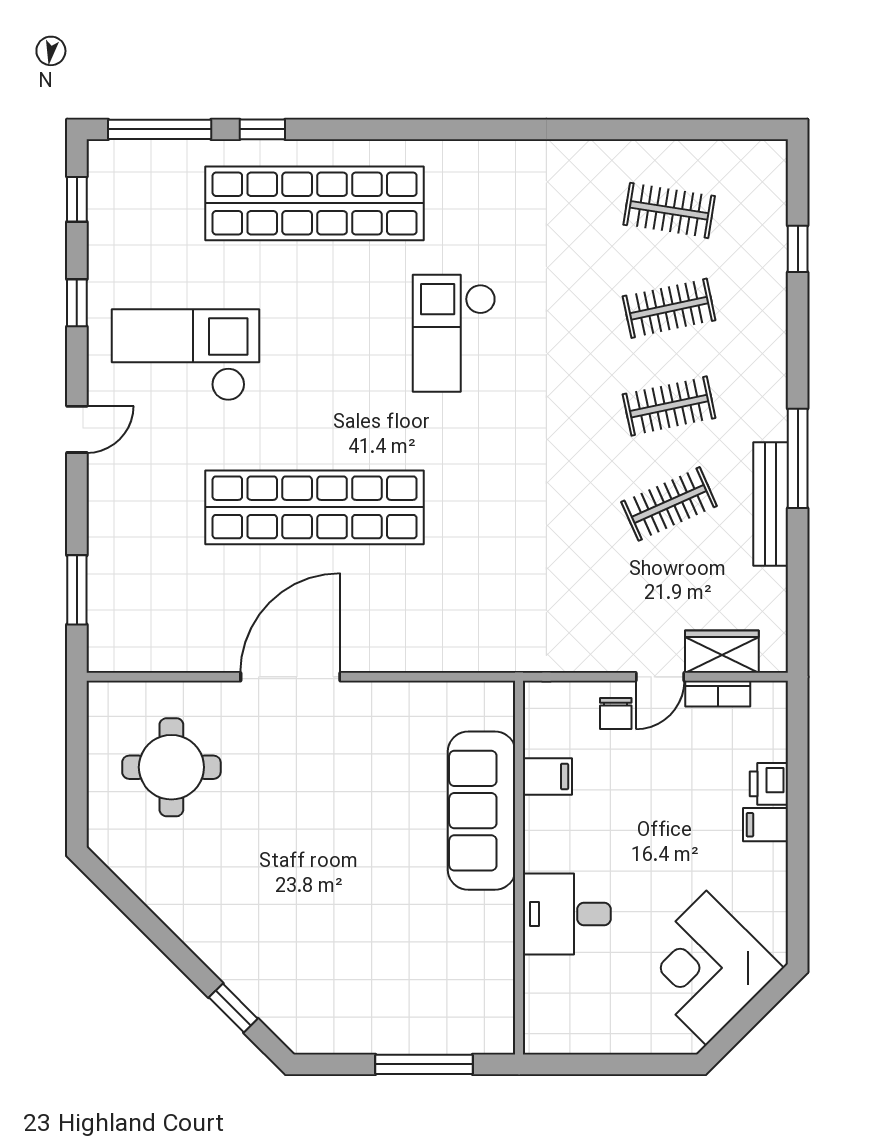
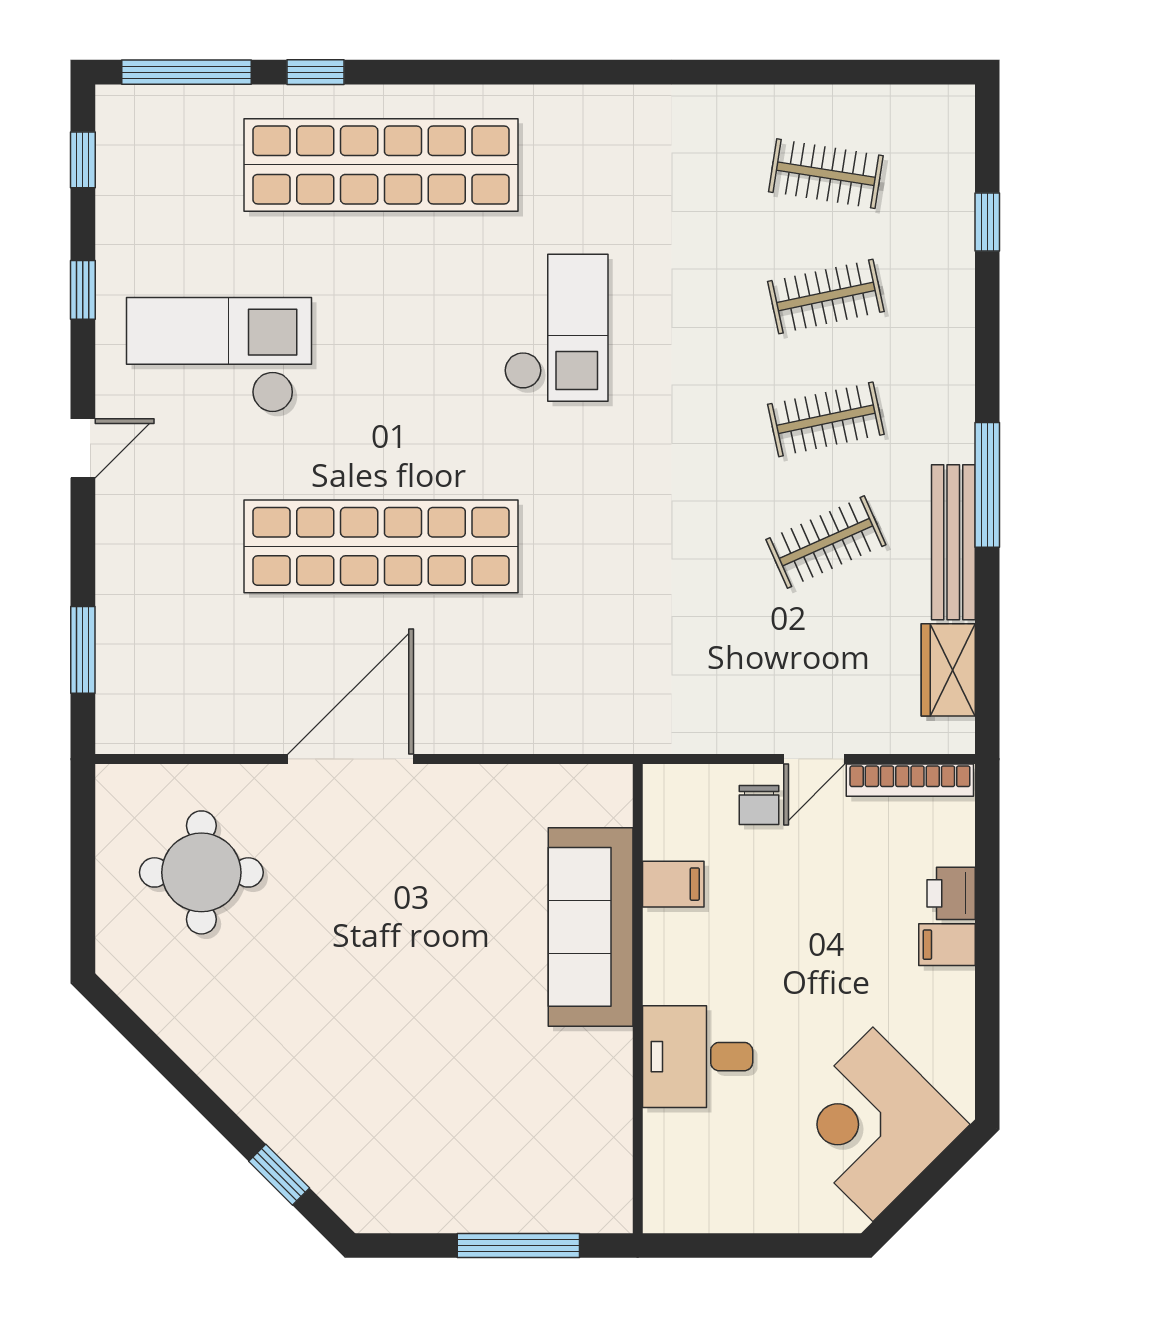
checkout: (454, 333) -> (556, 328), turned 180
wardrobe: (722, 652) -> (948, 670), moved, turned -90
bookcase: (718, 694) -> (910, 780), width x1.56

